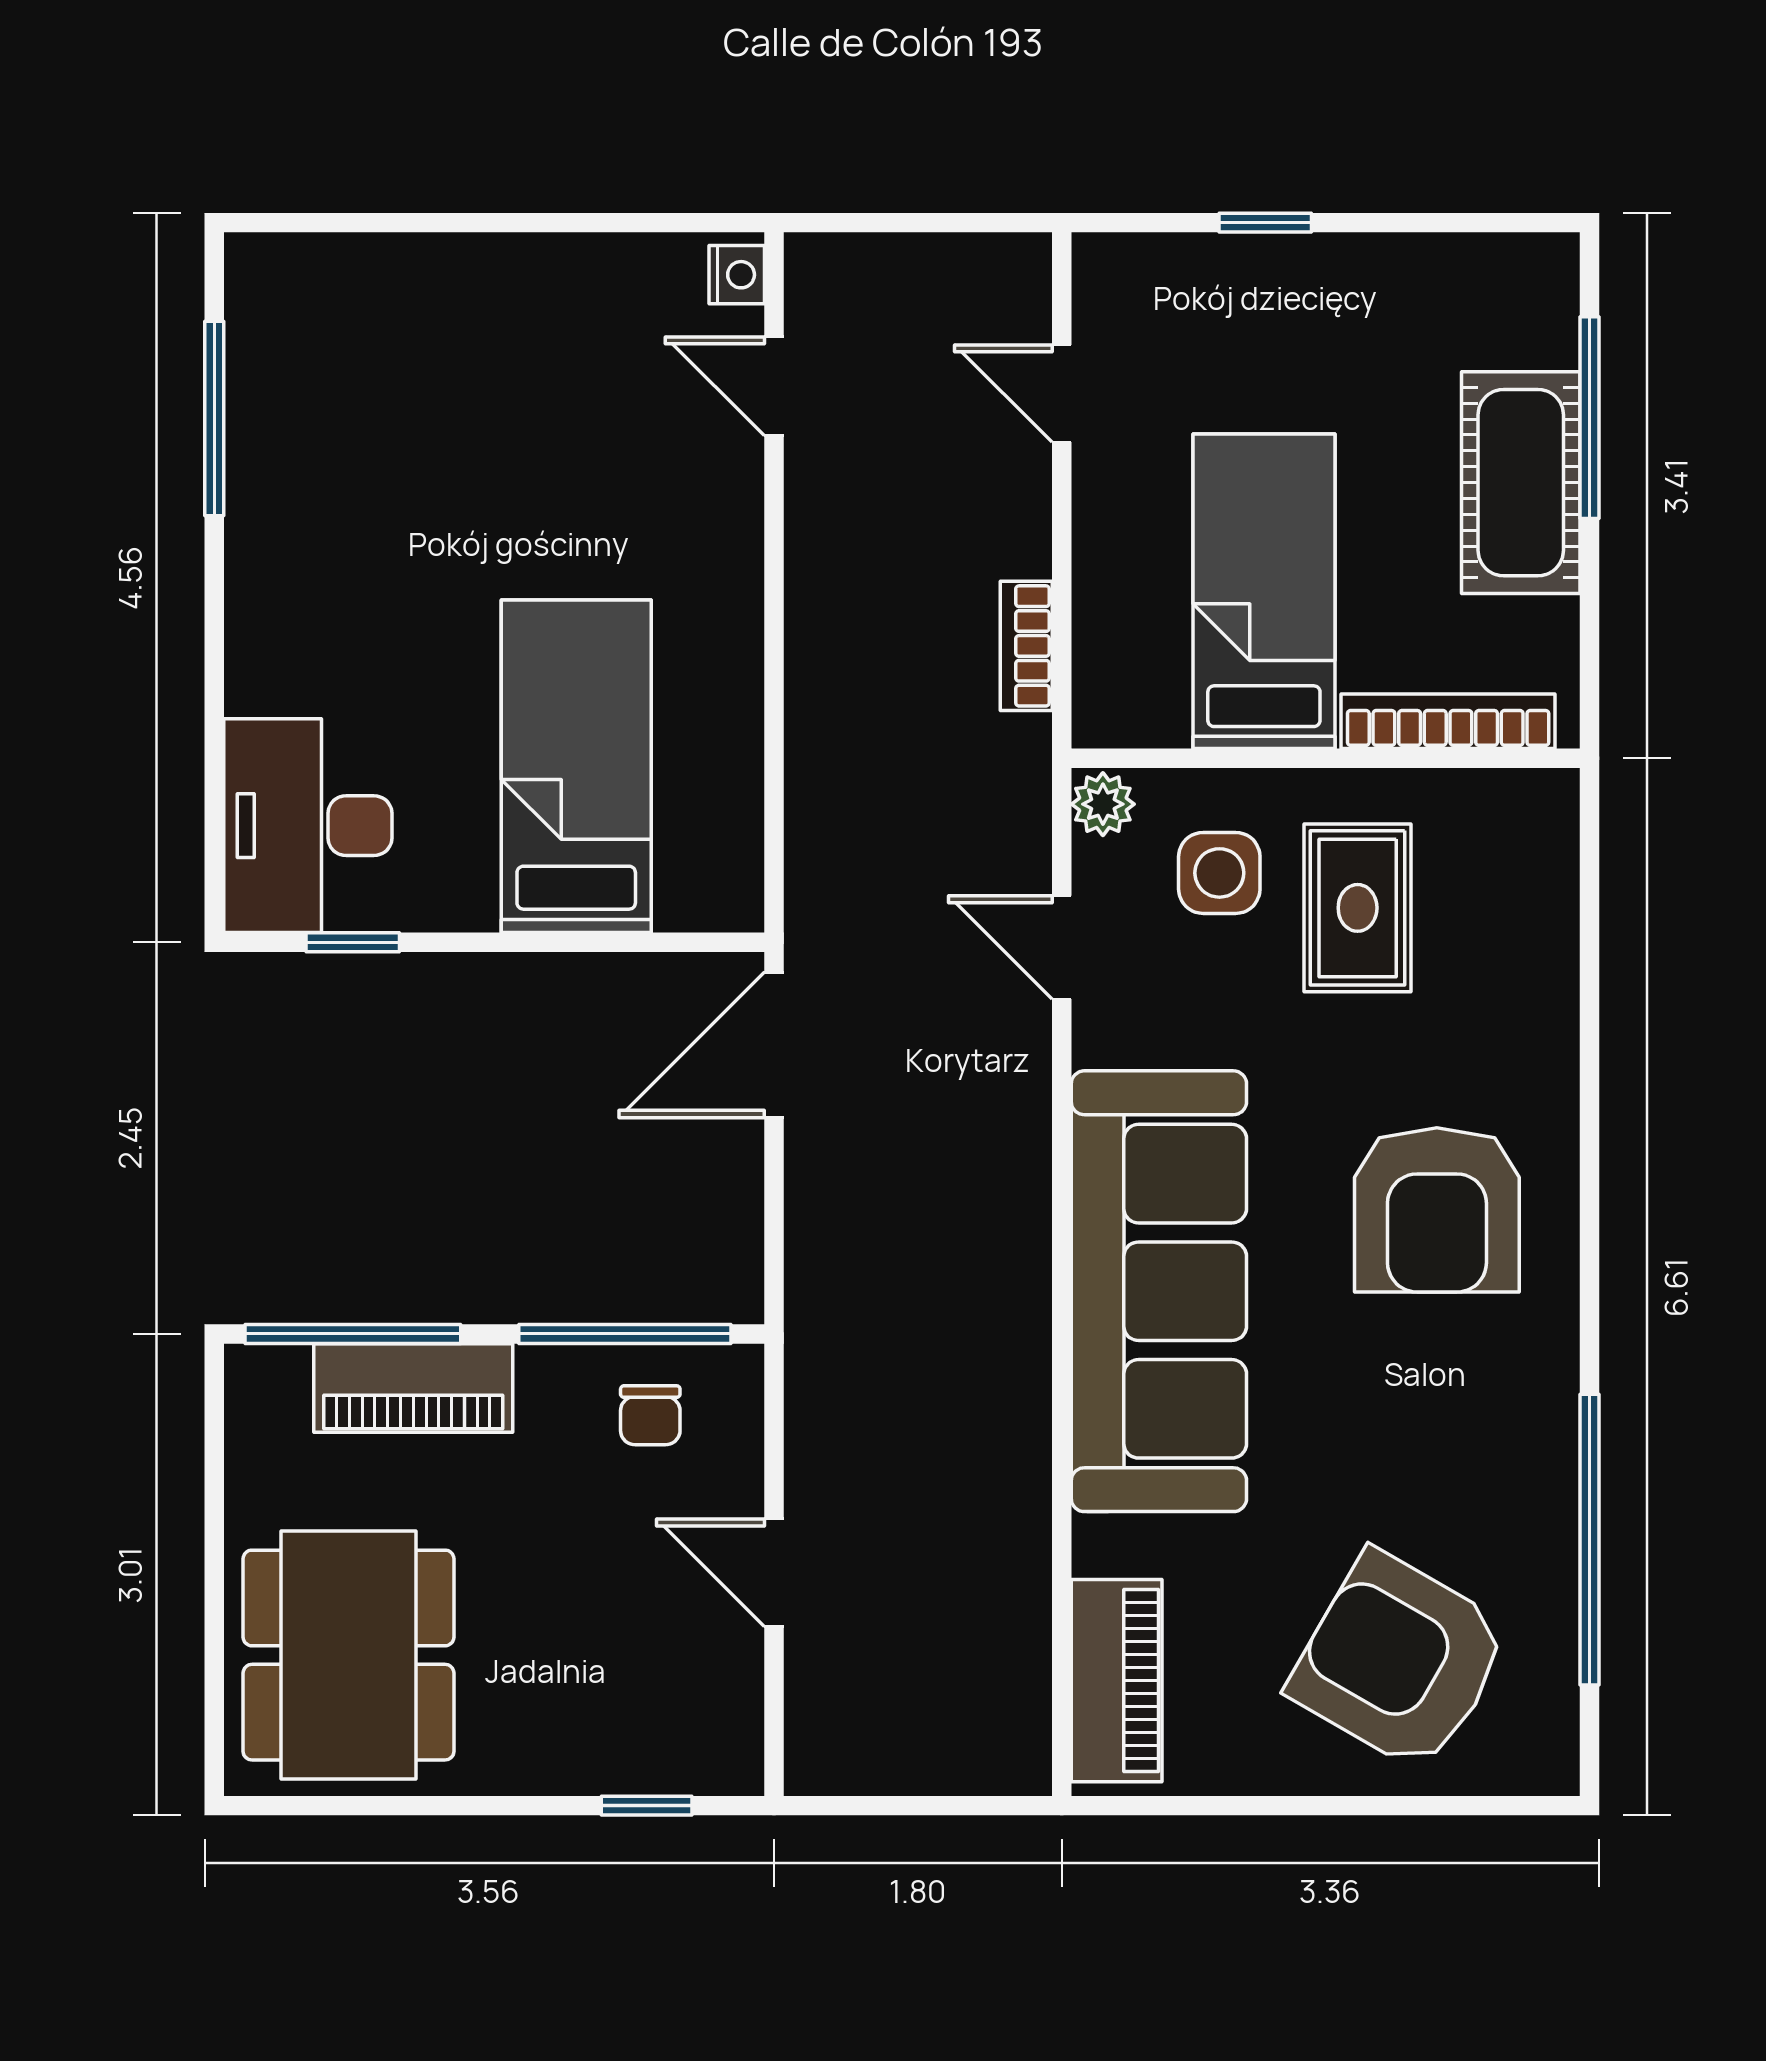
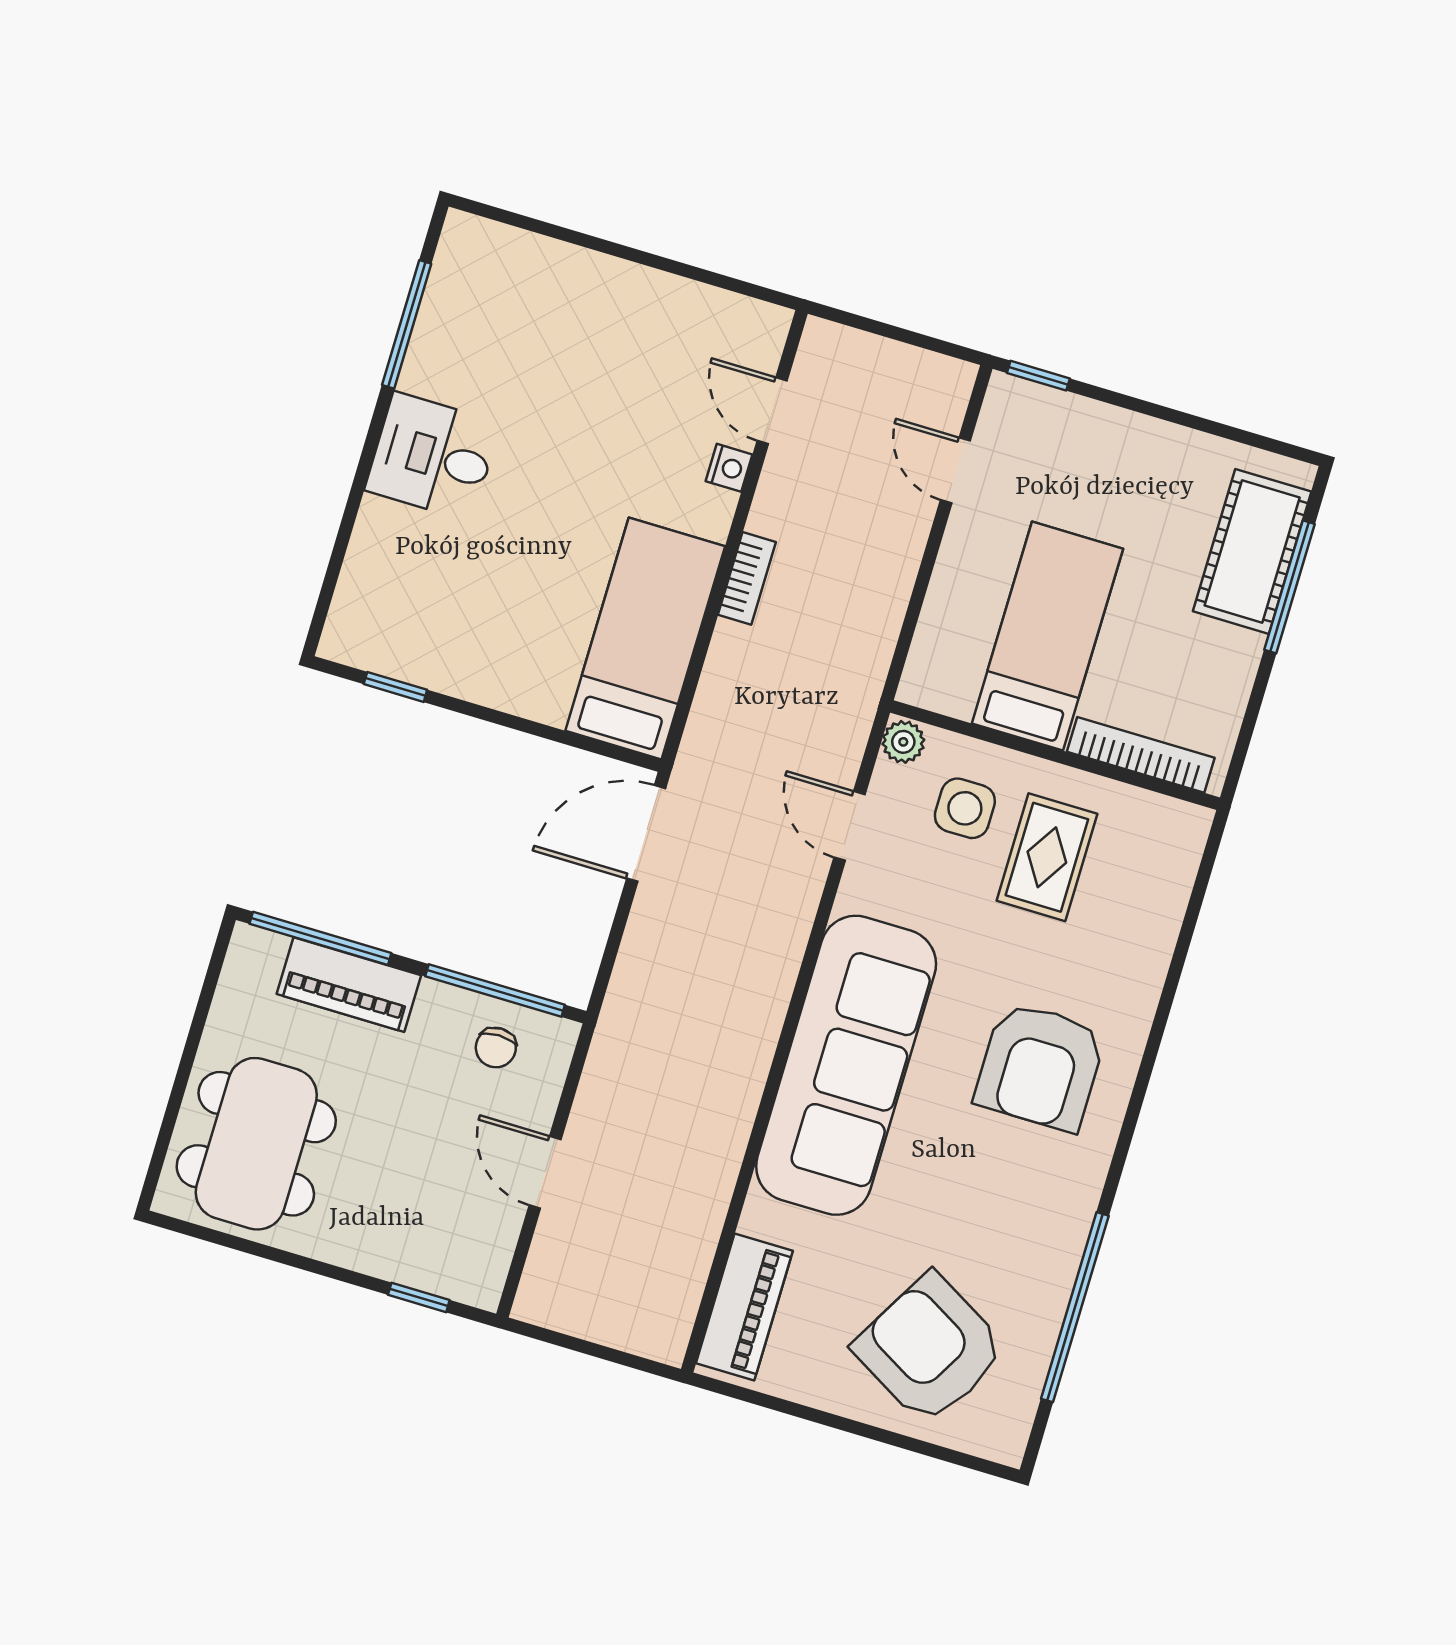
window: (1265, 223) -> (1038, 376), moved
nightstand: (737, 275) -> (729, 468), moved
cot: (1521, 483) -> (1252, 551), moved
bookcase: (1026, 646) -> (747, 578), moved, turned 180
bed: (576, 766) -> (645, 638), moved
desk: (308, 826) -> (433, 457), moved, width x0.73

